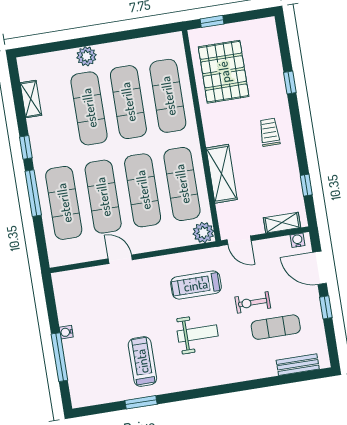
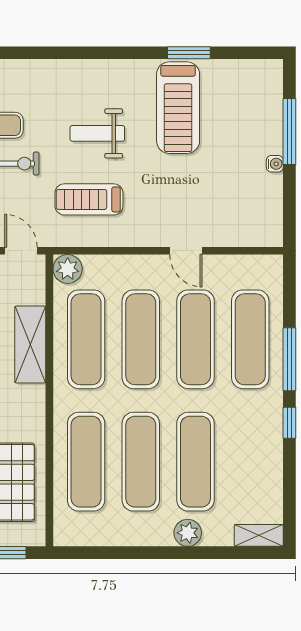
shelving: (31, 99) -> (259, 535), moved, turned 90
treadmill: (196, 285) -> (89, 199), turned 180
treadmill: (142, 361) -> (178, 108), width x1.37, depth x1.38

